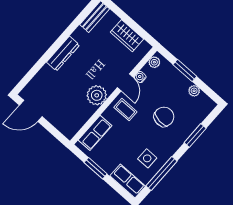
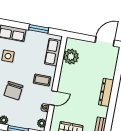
door: (125, 82) -> (53, 98), swing flipped
plant: (97, 95) -> (71, 57), moved

